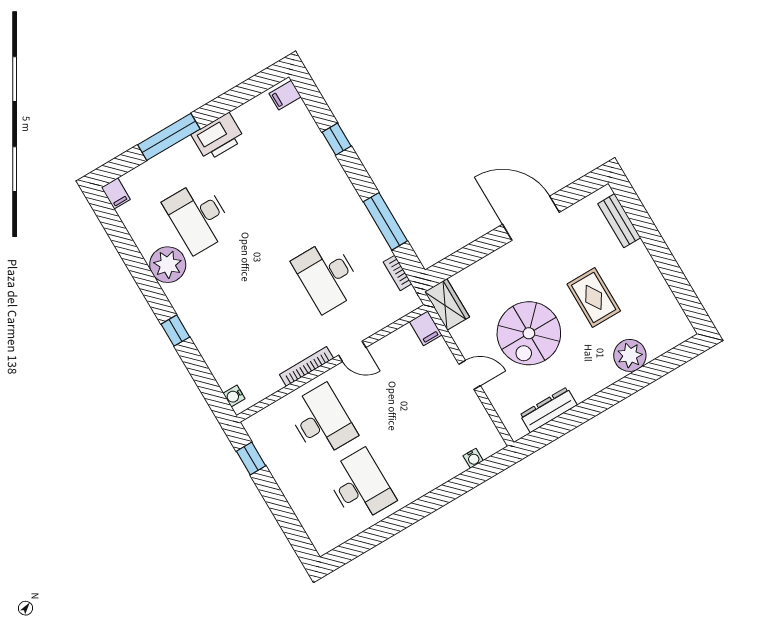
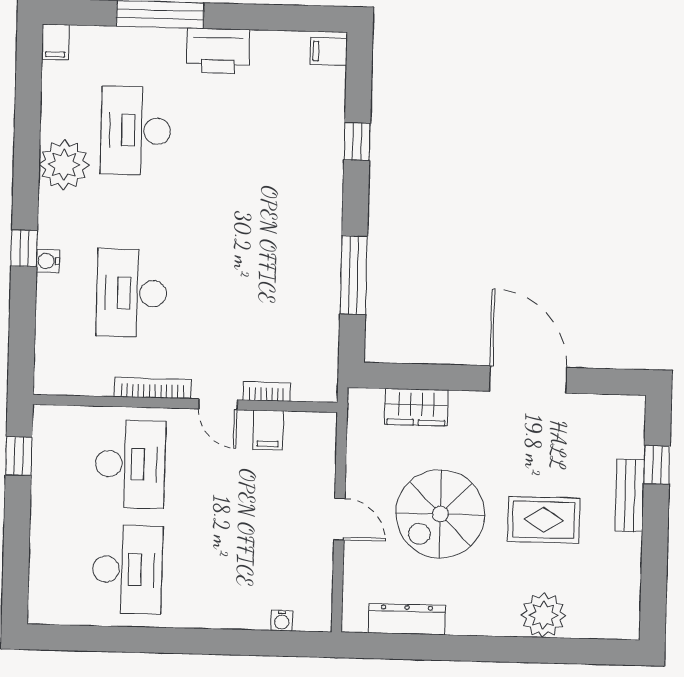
bench: (619, 221) -> (630, 495), moved
window: (642, 221) -> (657, 465), added
bookcase: (398, 273) -> (267, 391), moved, turned 90
desk: (327, 276) -> (132, 293), moved
rug: (594, 297) -> (544, 520), turned 90
wardrobe: (447, 304) -> (416, 407), moved, turned 90
filing cabinet: (426, 328) -> (268, 430), moved
water cooler: (234, 396) -> (48, 261), moved

